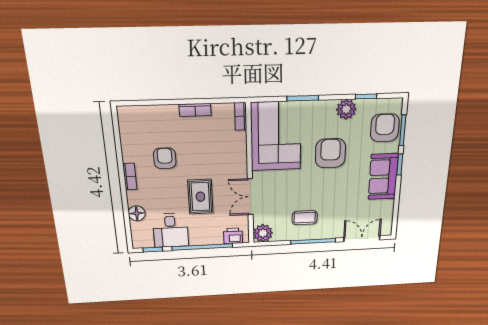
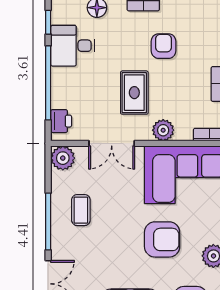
plant: (238, 156) -> (163, 130), added
armchair: (165, 158) -> (164, 46), turned -90
rug: (200, 197) -> (134, 93), moved, turned 90
double door: (250, 197) -> (112, 143), swing flipped

